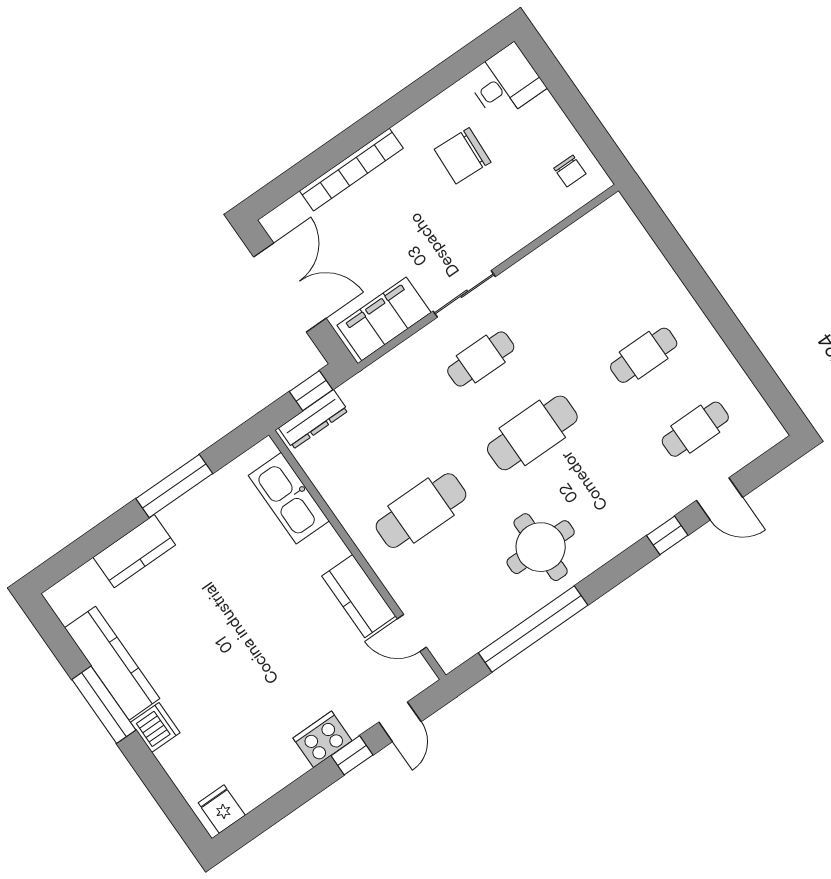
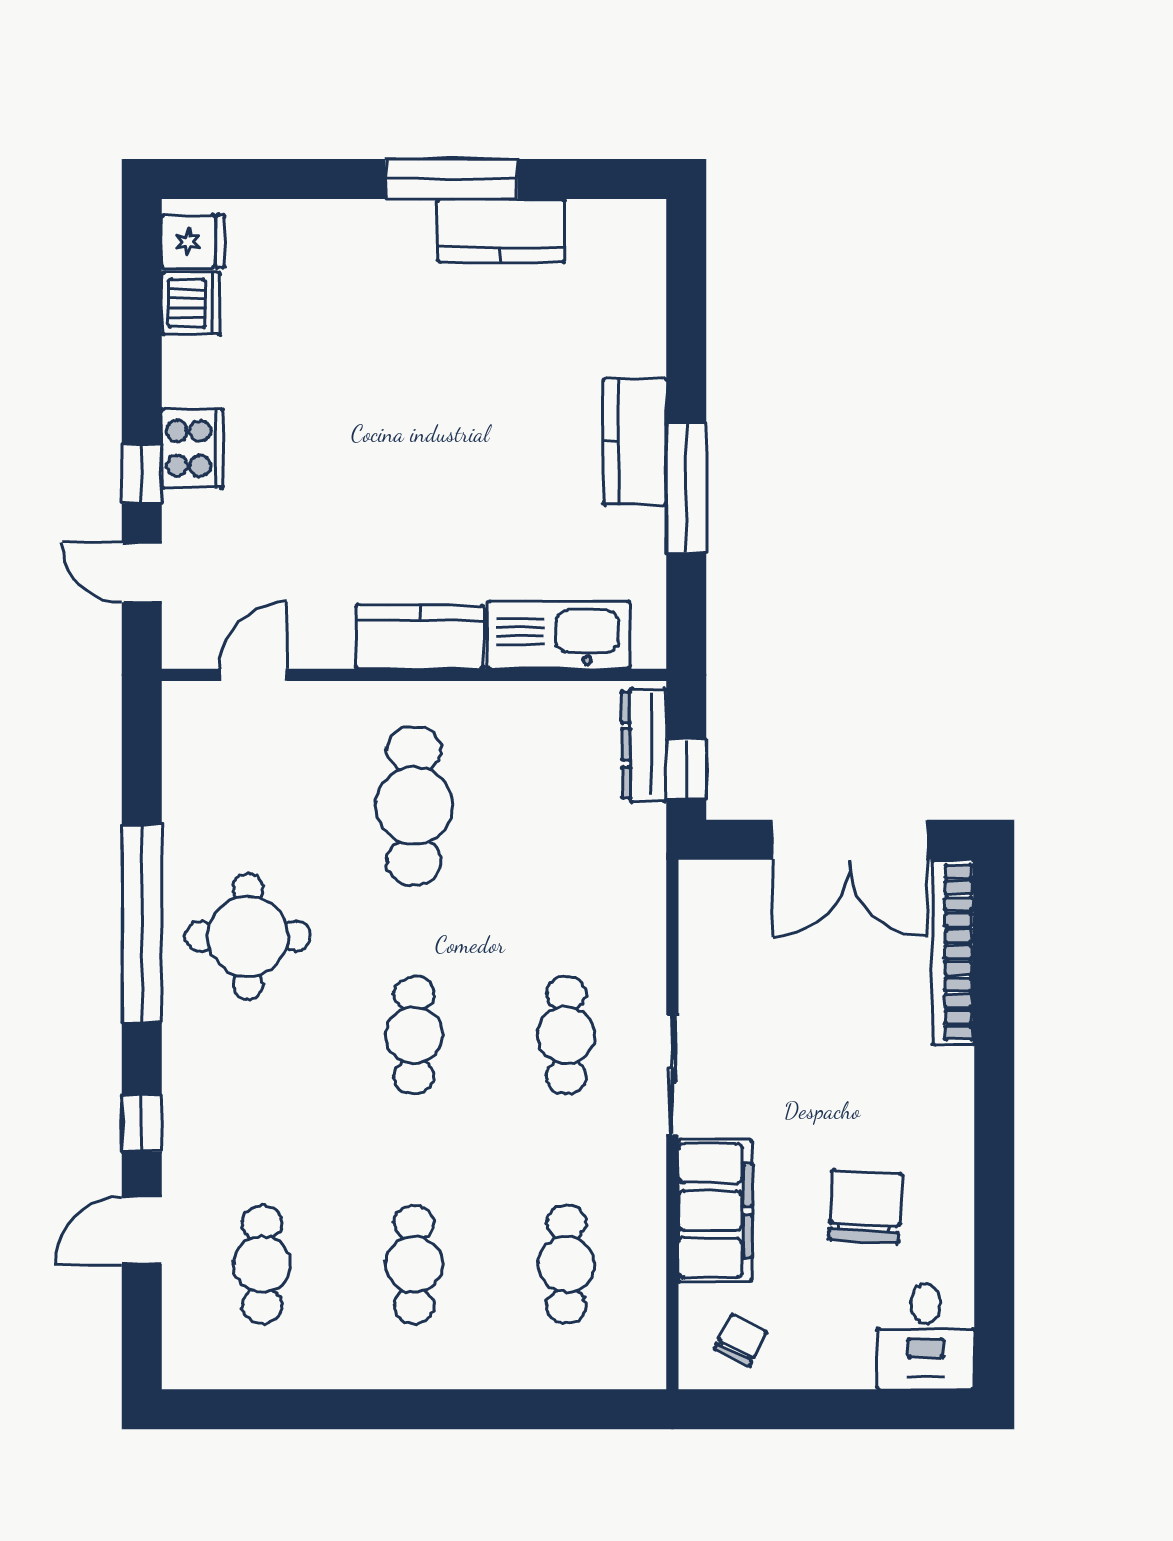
bookcase: (351, 170) -> (953, 952), moved
chair: (570, 171) -> (741, 1340), turned 117
cafe table: (592, 281) -> (566, 1264), added
filing cabinet: (384, 319) -> (715, 1211), moved
cafe table: (532, 433) -> (414, 1035), width x0.73, depth x0.74
kitchen counter: (134, 551) -> (635, 441), moved
kitchen counter: (359, 596) -> (420, 637), moved
window: (533, 629) -> (142, 924), moved
kitchen counter: (112, 663) -> (501, 231), width x0.67
dishwasher: (155, 727) -> (191, 303), moved, turned -90

